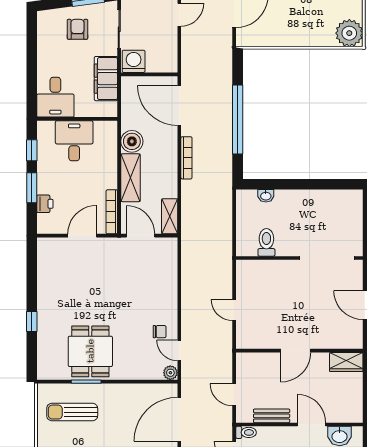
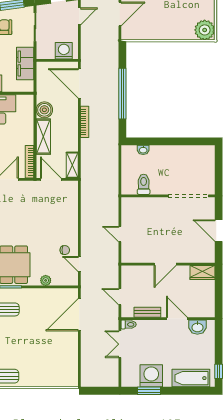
washing machine: (134, 61) -> (64, 51), moved
plant: (170, 373) -> (46, 280), moved

